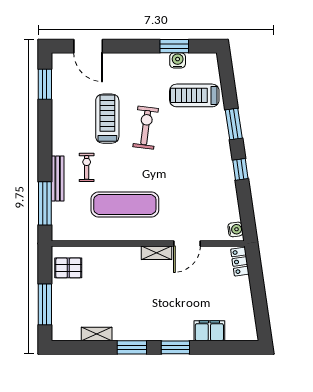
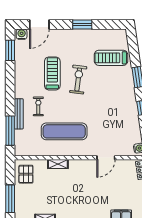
door: (88, 46) -> (39, 25), hinge flipped
window: (174, 46) -> (82, 25), moved
water cooler: (178, 60) -> (22, 34), moved
shelving: (156, 253) -> (58, 164), moved
pallet: (68, 268) -> (26, 174), turned 90

